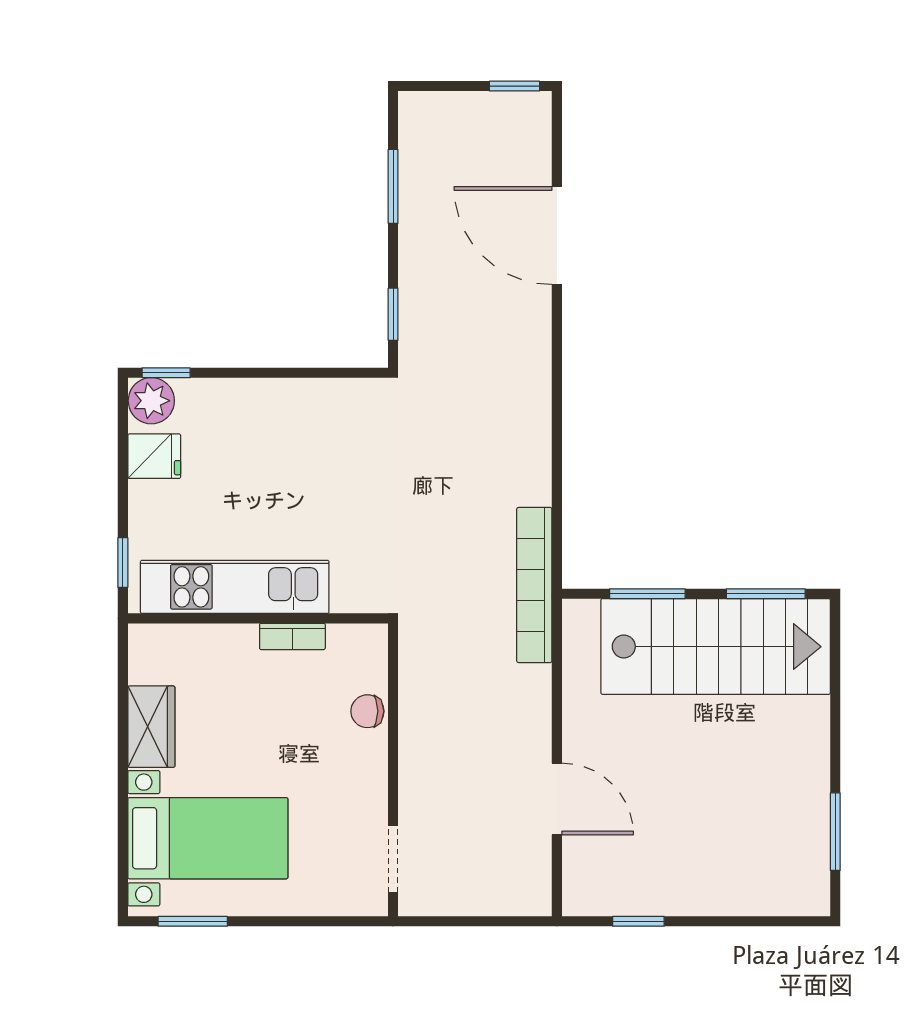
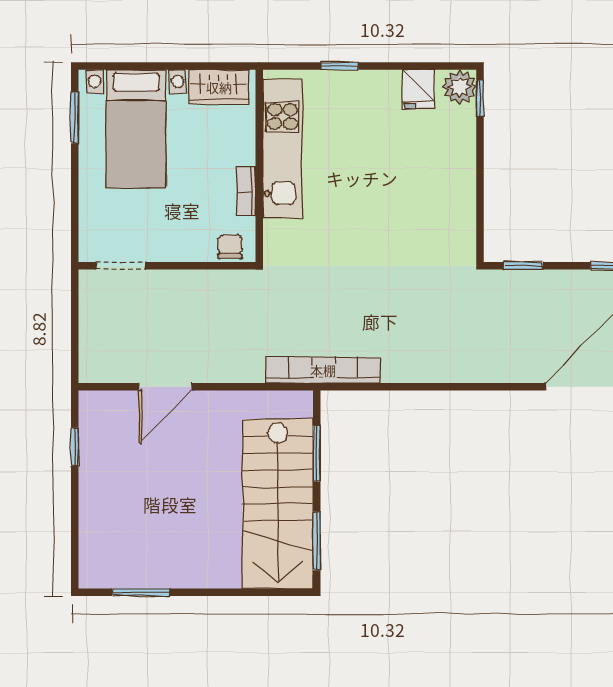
kitchen unit: (235, 587) -> (283, 149), moved
wall: (258, 618) -> (259, 166), moved
bookcase: (292, 636) -> (246, 191), moved

